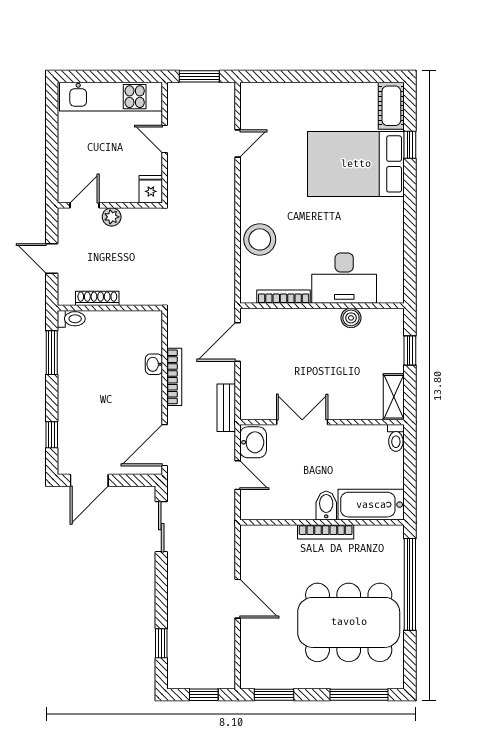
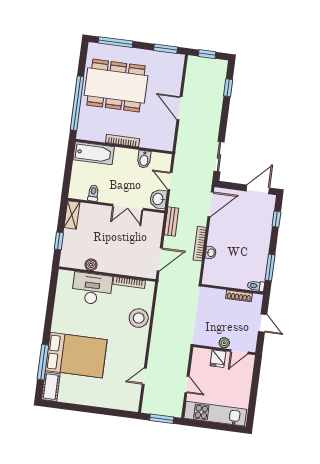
window: (410, 145) -> (43, 362), width x2.17
fridge: (151, 189) -> (218, 359), moved
toilet: (396, 438) -> (93, 193), moved
bidet: (326, 506) -> (144, 159), moved

